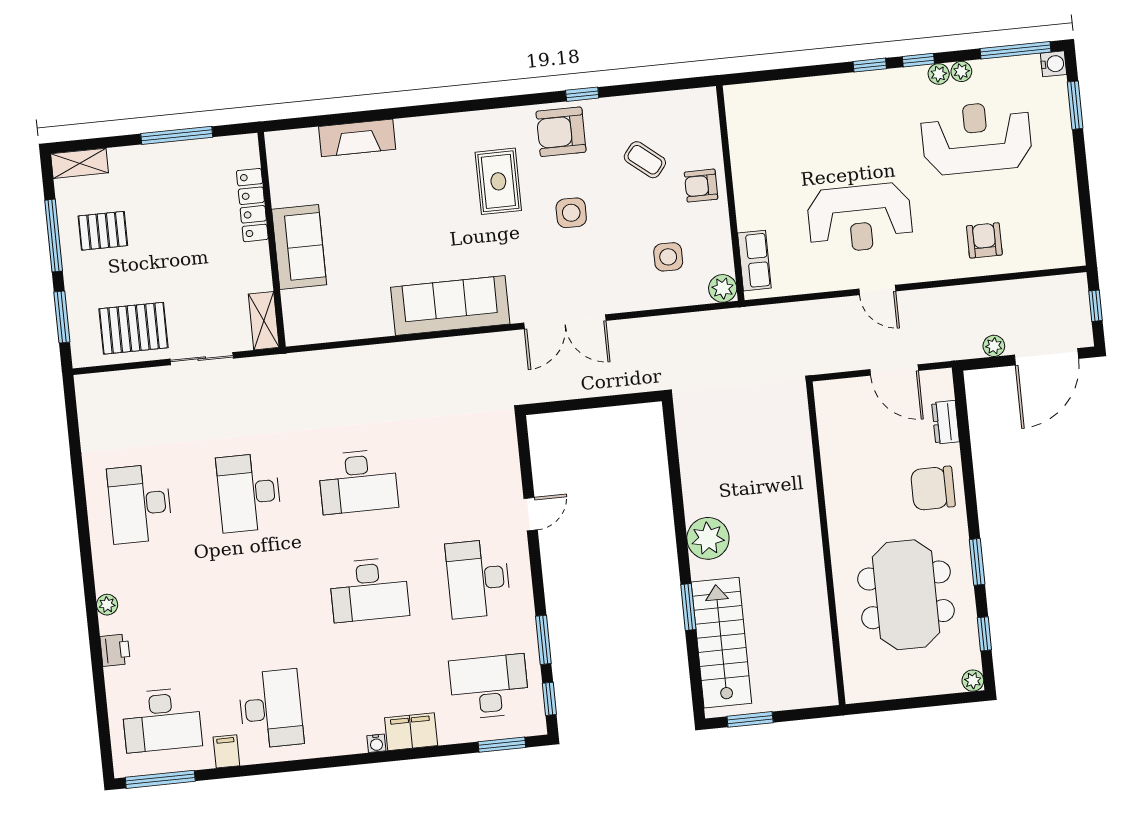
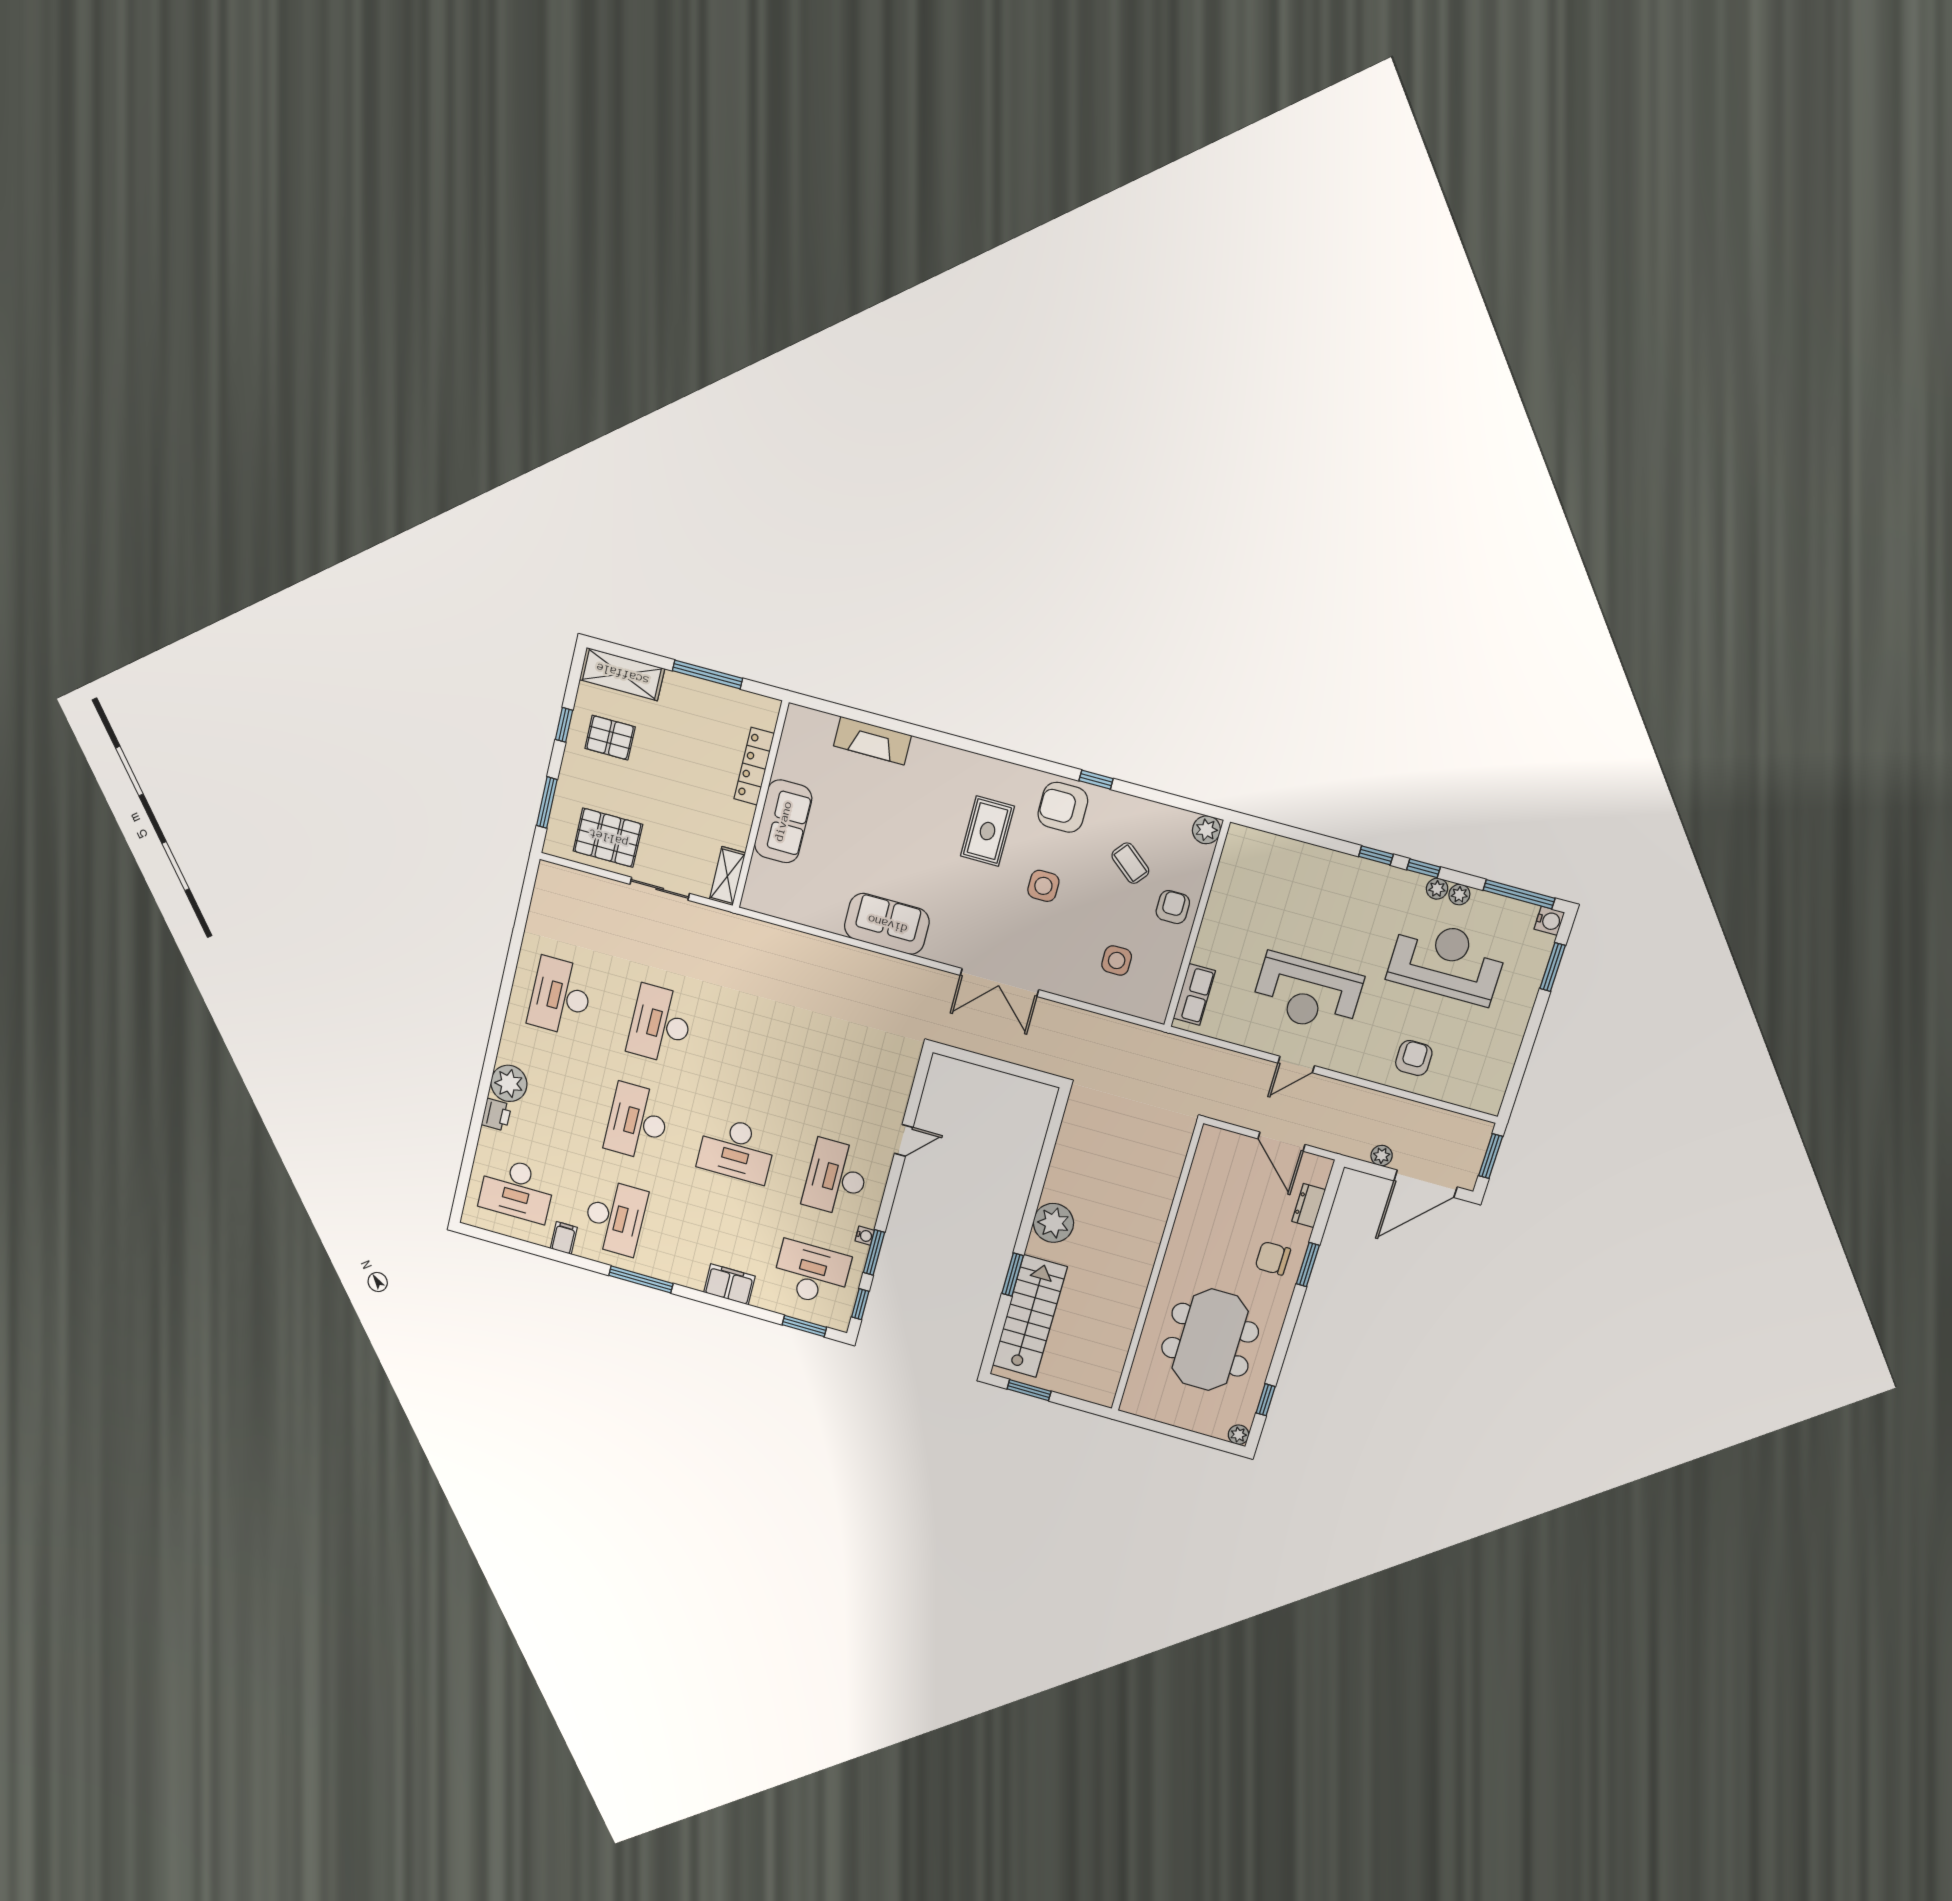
shelving: (80, 163) -> (622, 674), width x1.50, depth x1.33
armchair: (701, 186) -> (1173, 907), turned 90
window: (54, 236) -> (564, 725), width x0.46
plant: (723, 288) -> (1206, 830), moved
door: (877, 290) -> (1296, 1064), hinge flipped
sofa: (450, 306) -> (887, 924), width x0.73
window: (1096, 306) -> (1491, 1156), width x1.50
desk: (358, 482) -> (637, 1122), moved, turned 90
chair: (933, 488) -> (1273, 1258), width x0.73, depth x0.73
window: (977, 562) -> (1308, 1265), moved
plant: (107, 605) -> (509, 1083), width x1.87, depth x1.87
water cooler: (376, 743) -> (865, 1236), moved, turned -90
window: (160, 779) -> (641, 1279), moved

